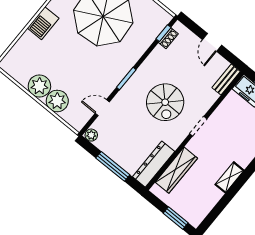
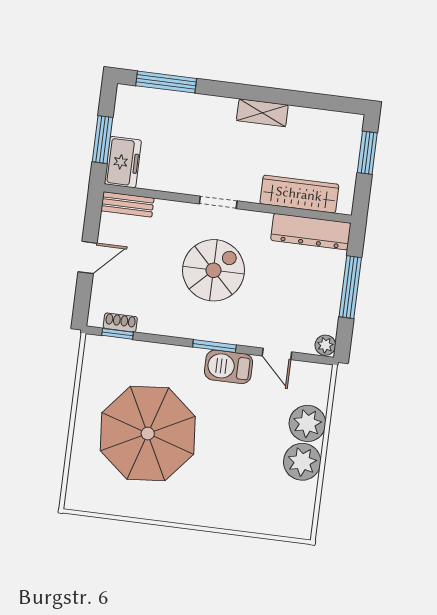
barbecue: (43, 23) -> (228, 367), moved, turned 180

